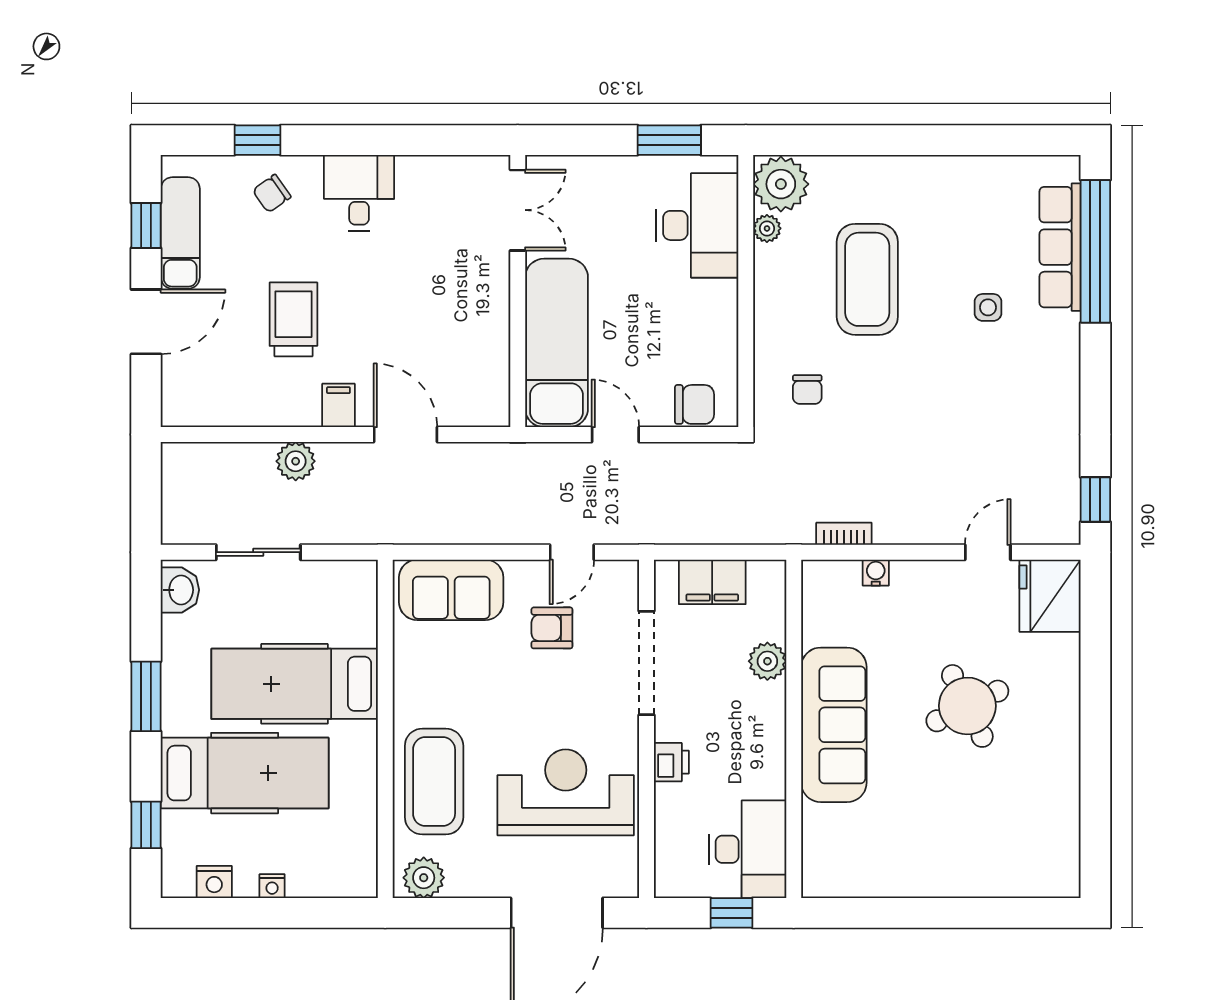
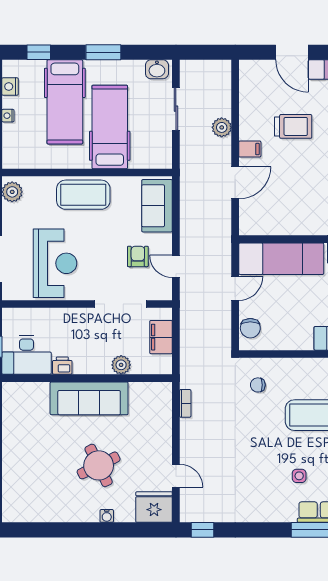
water cooler: (876, 573) -> (107, 516), moved, turned 90
printer: (671, 762) -> (62, 366), moved, turned 180
coffee table: (434, 782) -> (83, 195), moved

